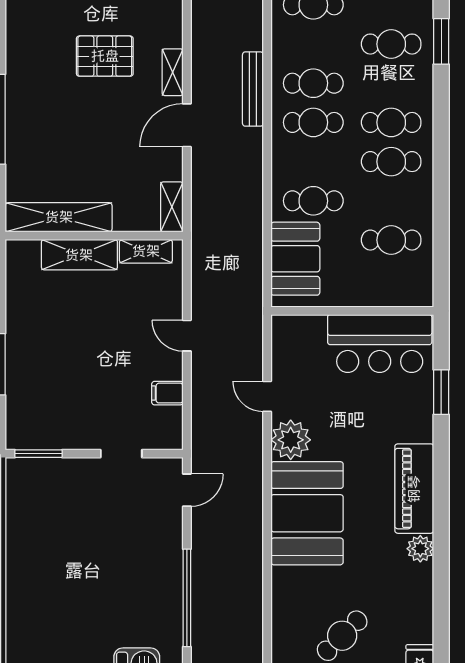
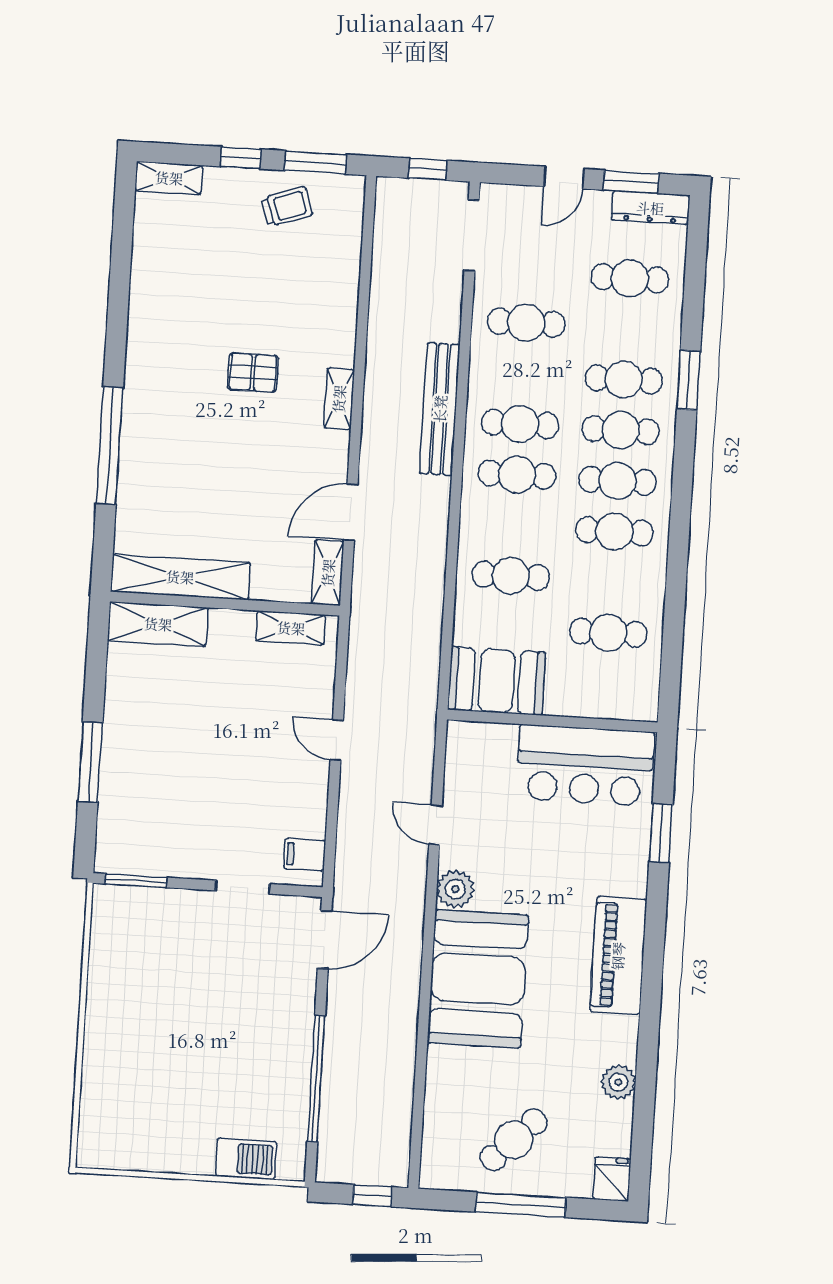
pallet: (105, 56) -> (253, 373), width x0.67, depth x0.71
cafe table: (391, 83) -> (621, 430), added
bench: (253, 89) -> (440, 409), width x1.37, depth x1.21
door: (187, 125) -> (351, 512), moved
shelving: (79, 255) -> (158, 624), moved
booth: (295, 259) -> (497, 681), moved, turned 90
filing cabinet: (167, 393) -> (305, 855), moved
plant: (291, 440) -> (455, 889), width x0.73, depth x0.73
door: (187, 490) -> (325, 940), width x1.38
plant: (420, 549) -> (618, 1082), moved

